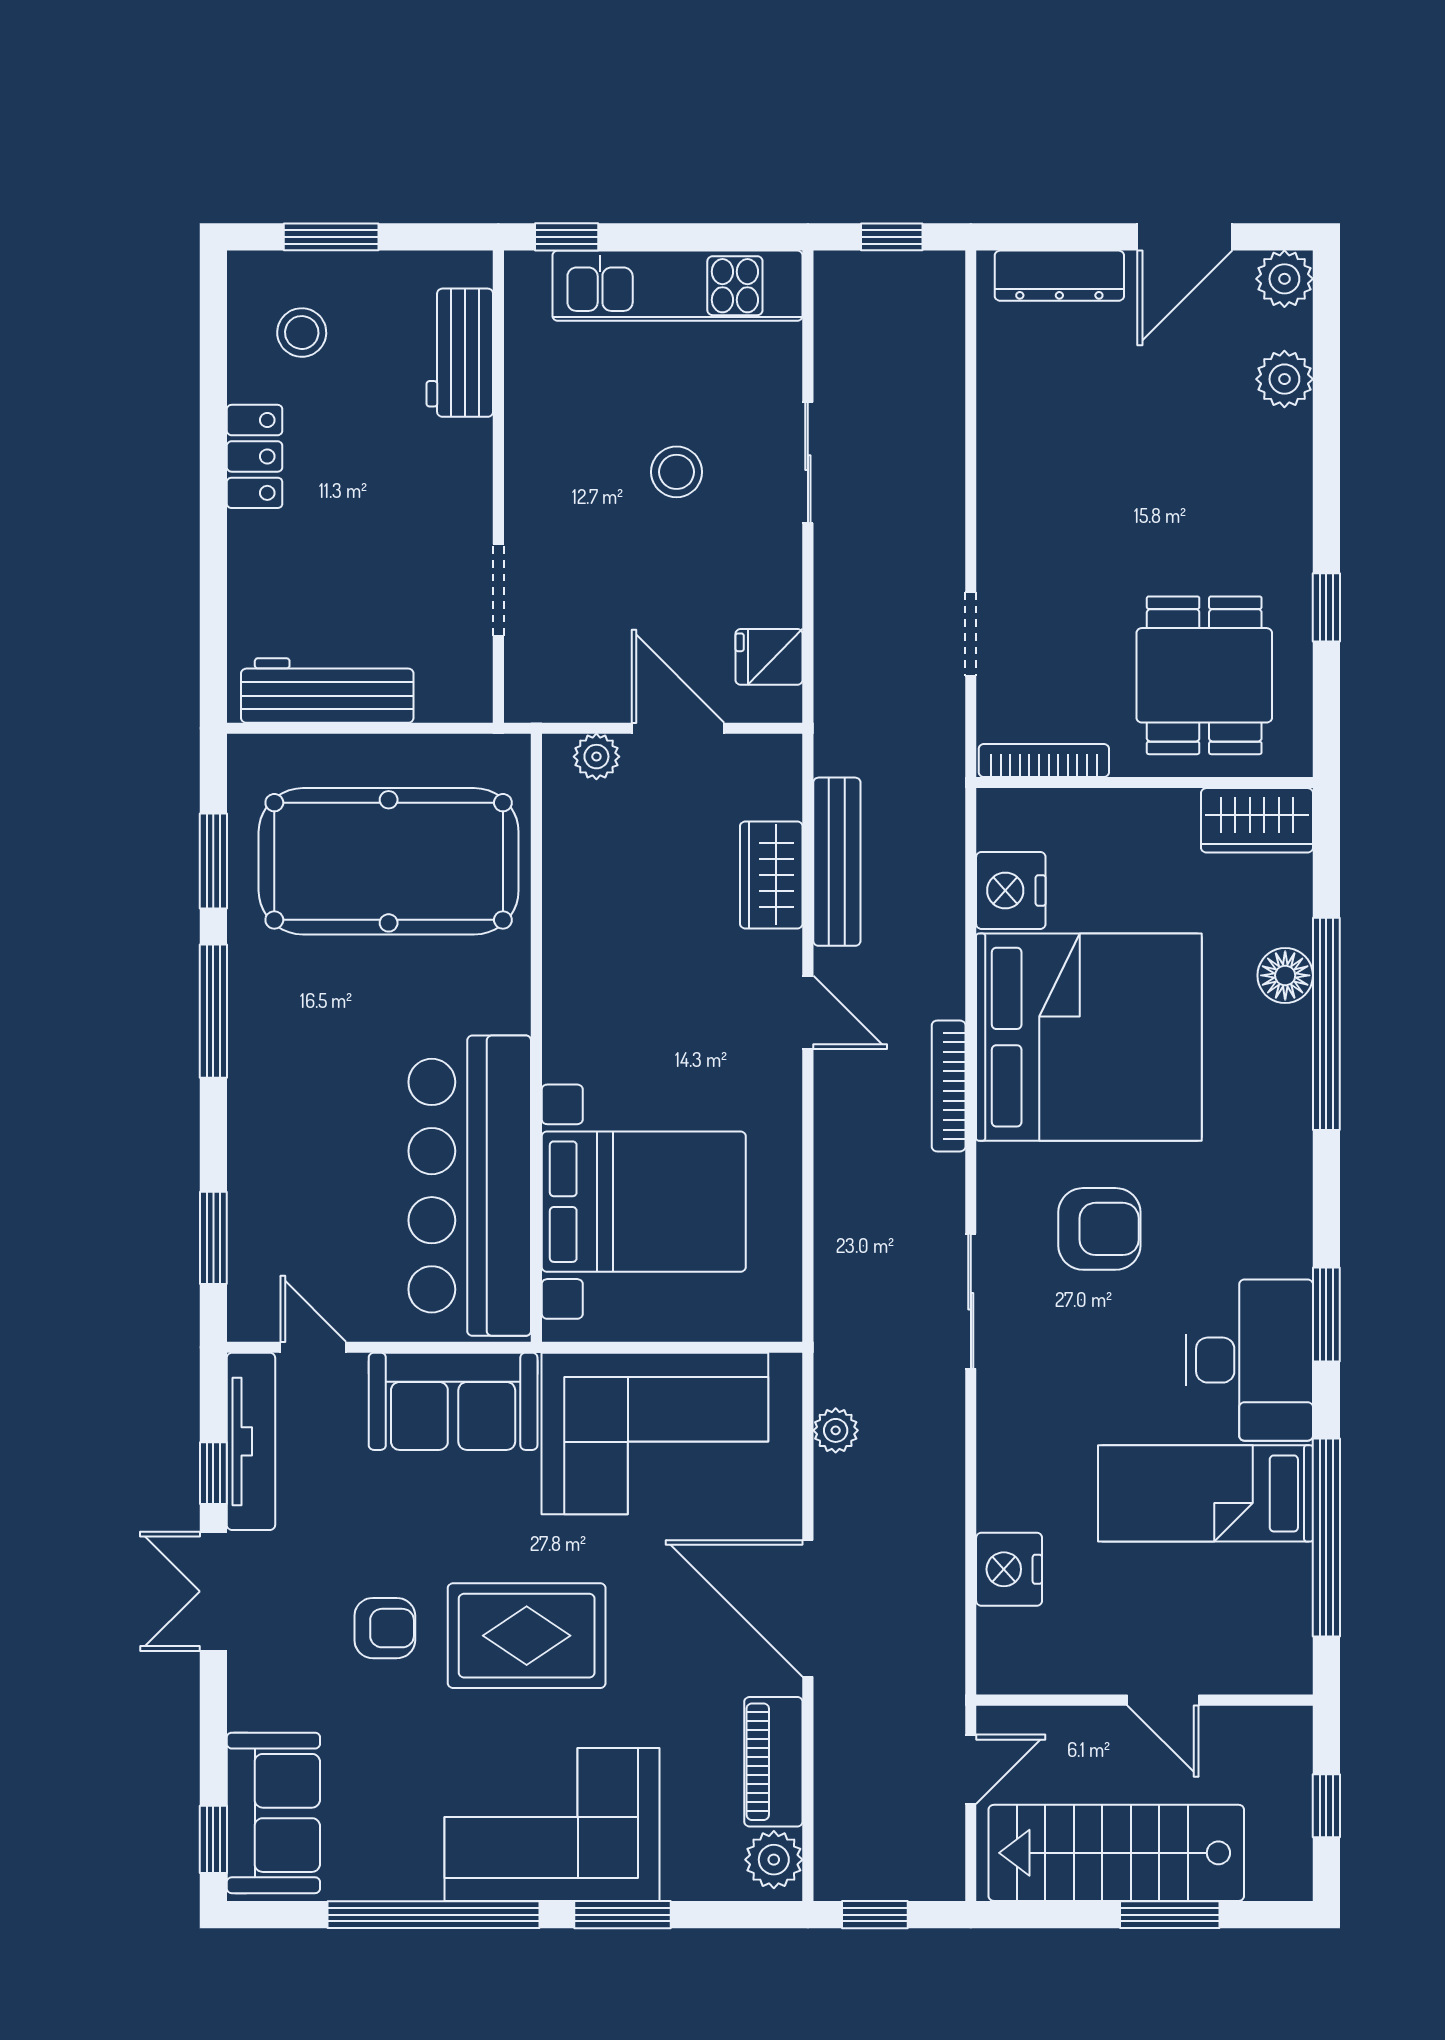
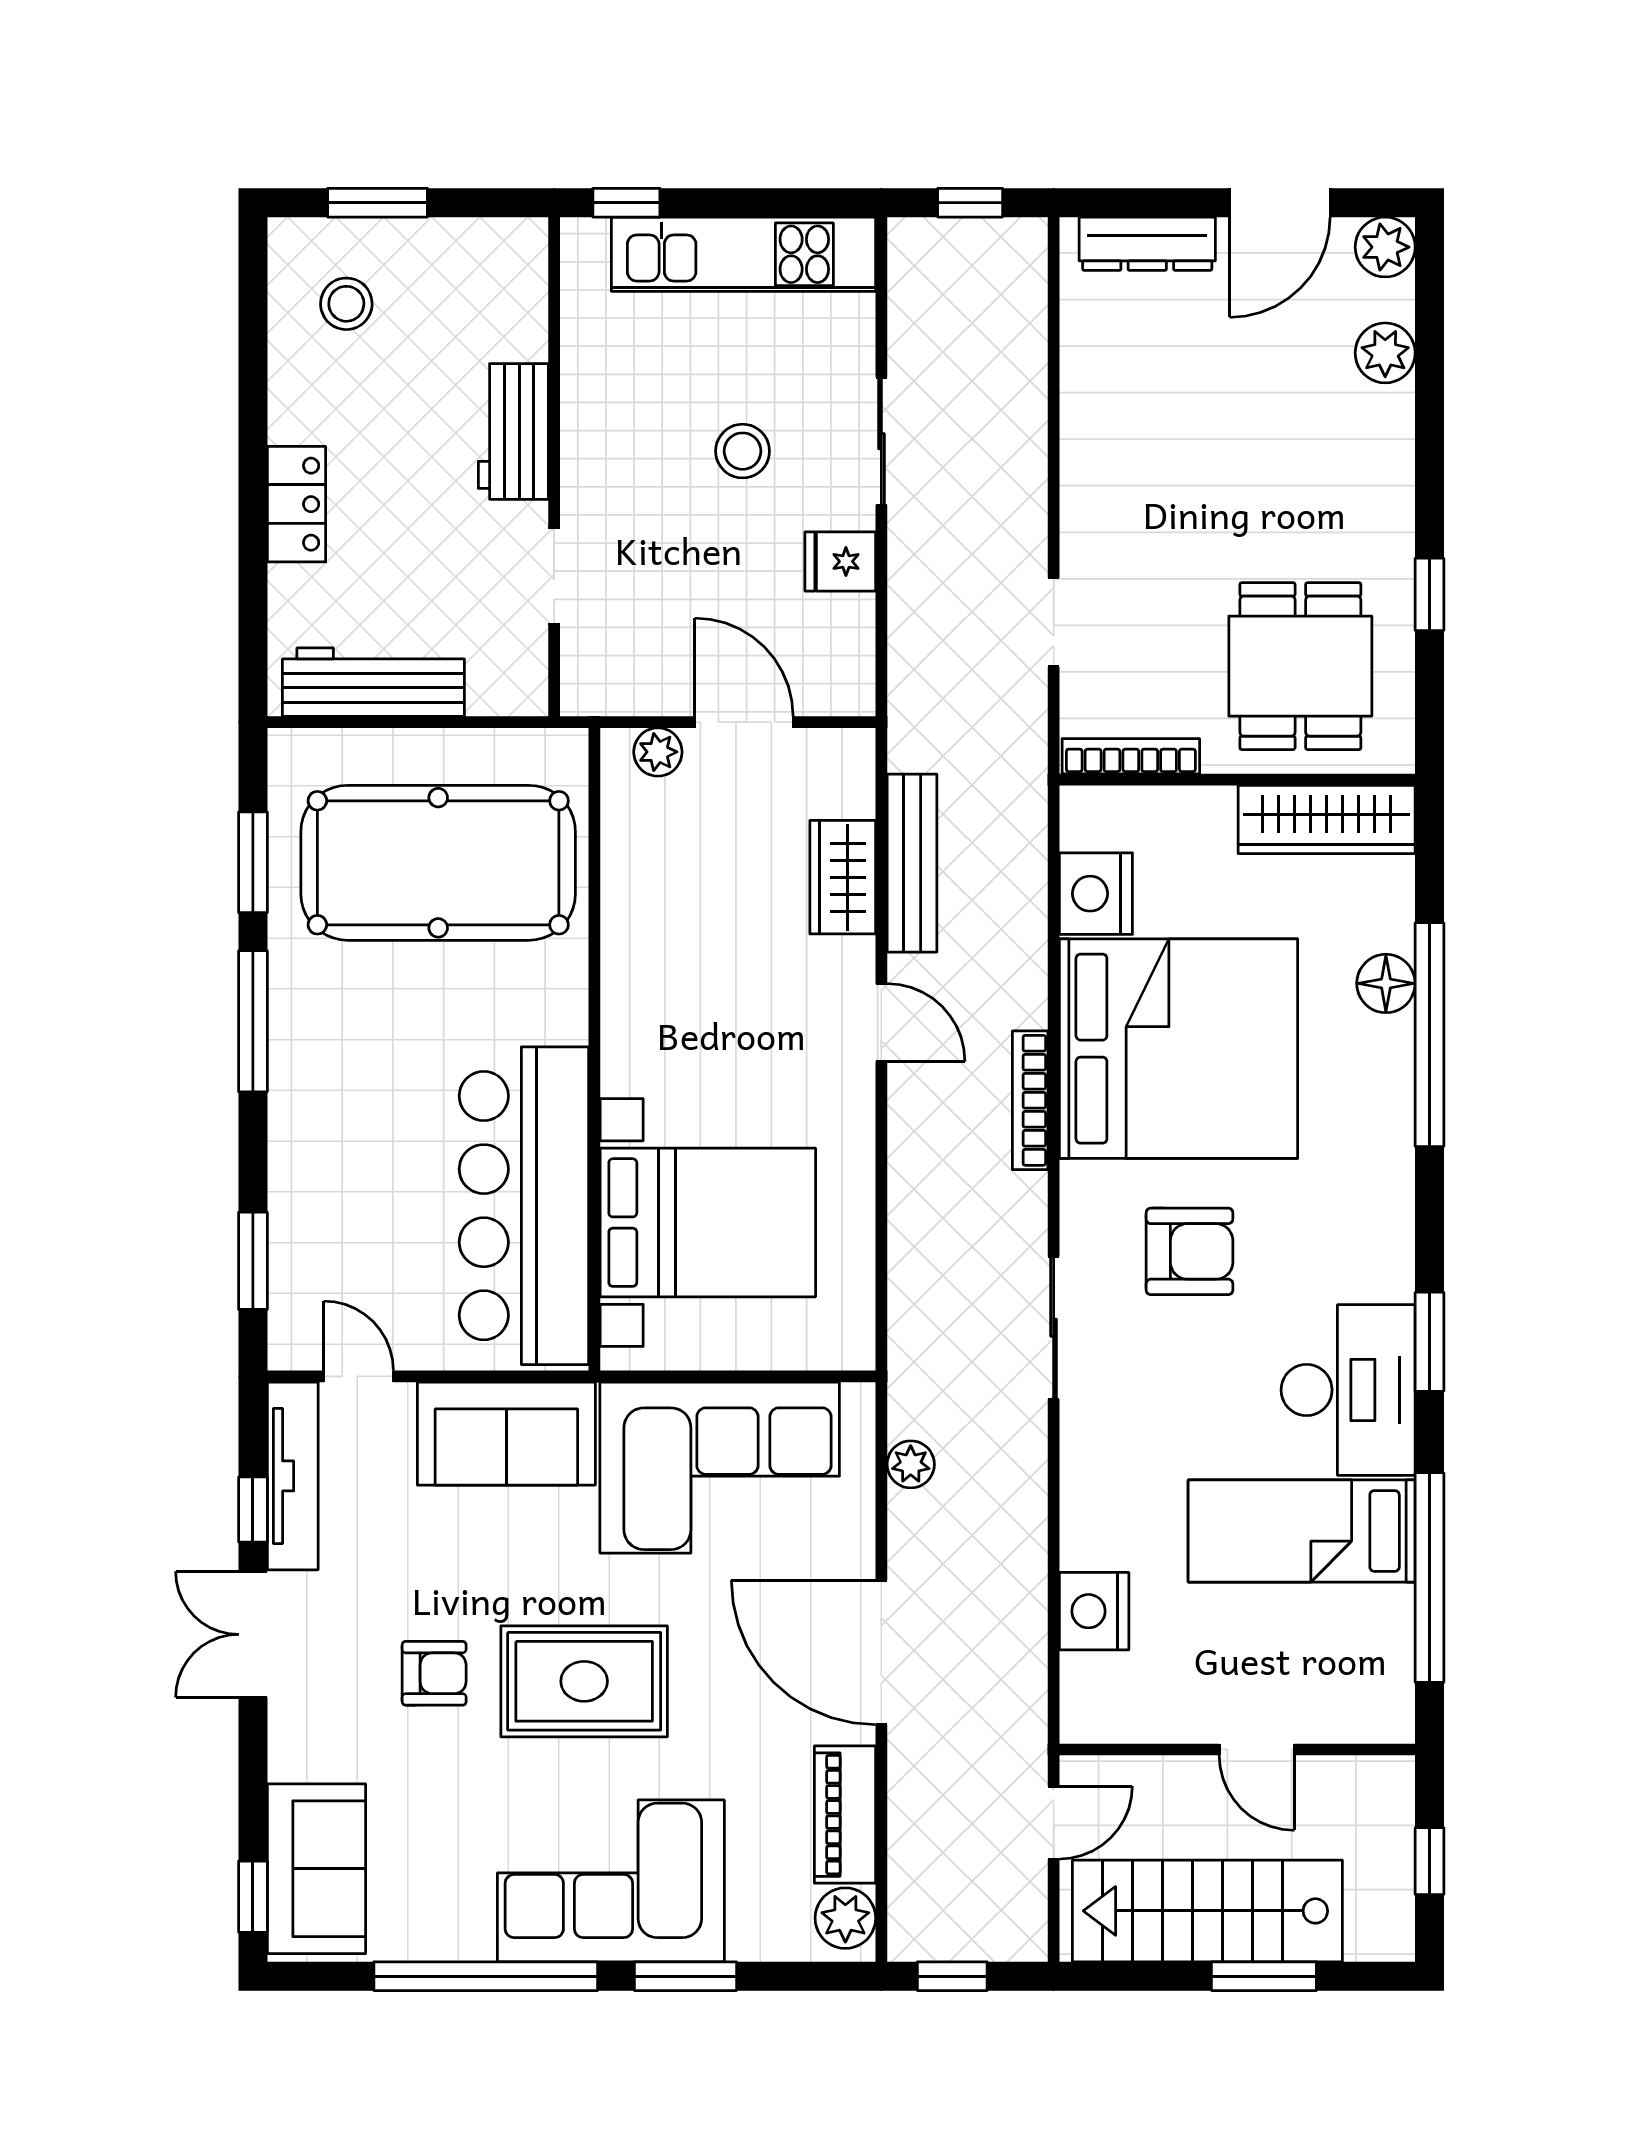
workbench: (460, 353) -> (513, 431), moved
locker: (255, 456) -> (296, 504), moved
fridge: (769, 657) -> (840, 561), moved
wardrobe: (1257, 820) -> (1327, 819), width x1.50

